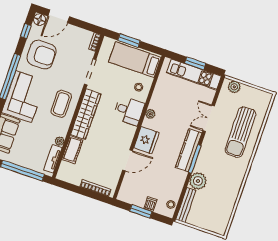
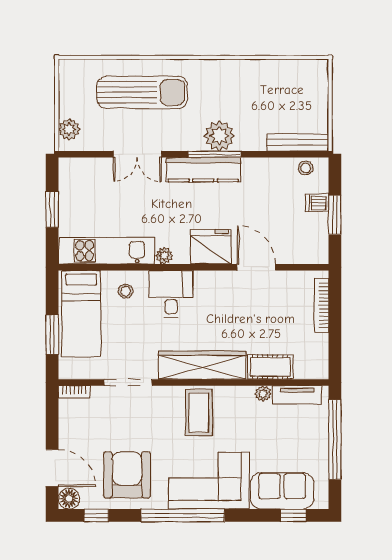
kitchen unit: (194, 74) -> (107, 251), moved, turned -90
coffee table: (61, 104) -> (199, 413), turned 90
plant: (198, 181) -> (219, 136), moved

